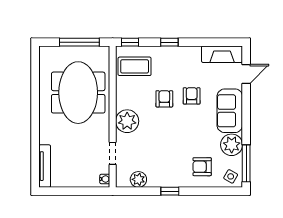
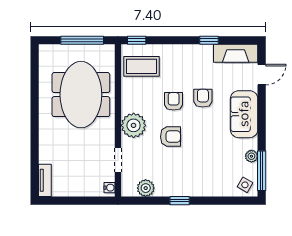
window: (169, 42) -> (209, 40), moved
plant: (232, 145) -> (251, 156), width x0.53, depth x0.53
tv unit: (45, 166) -> (45, 180), width x0.71
armchair: (202, 167) -> (170, 137), moved, turned 180

